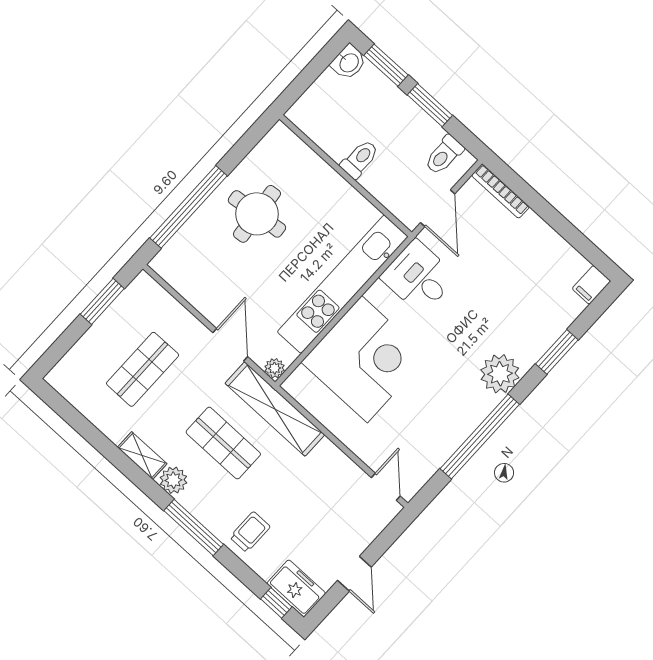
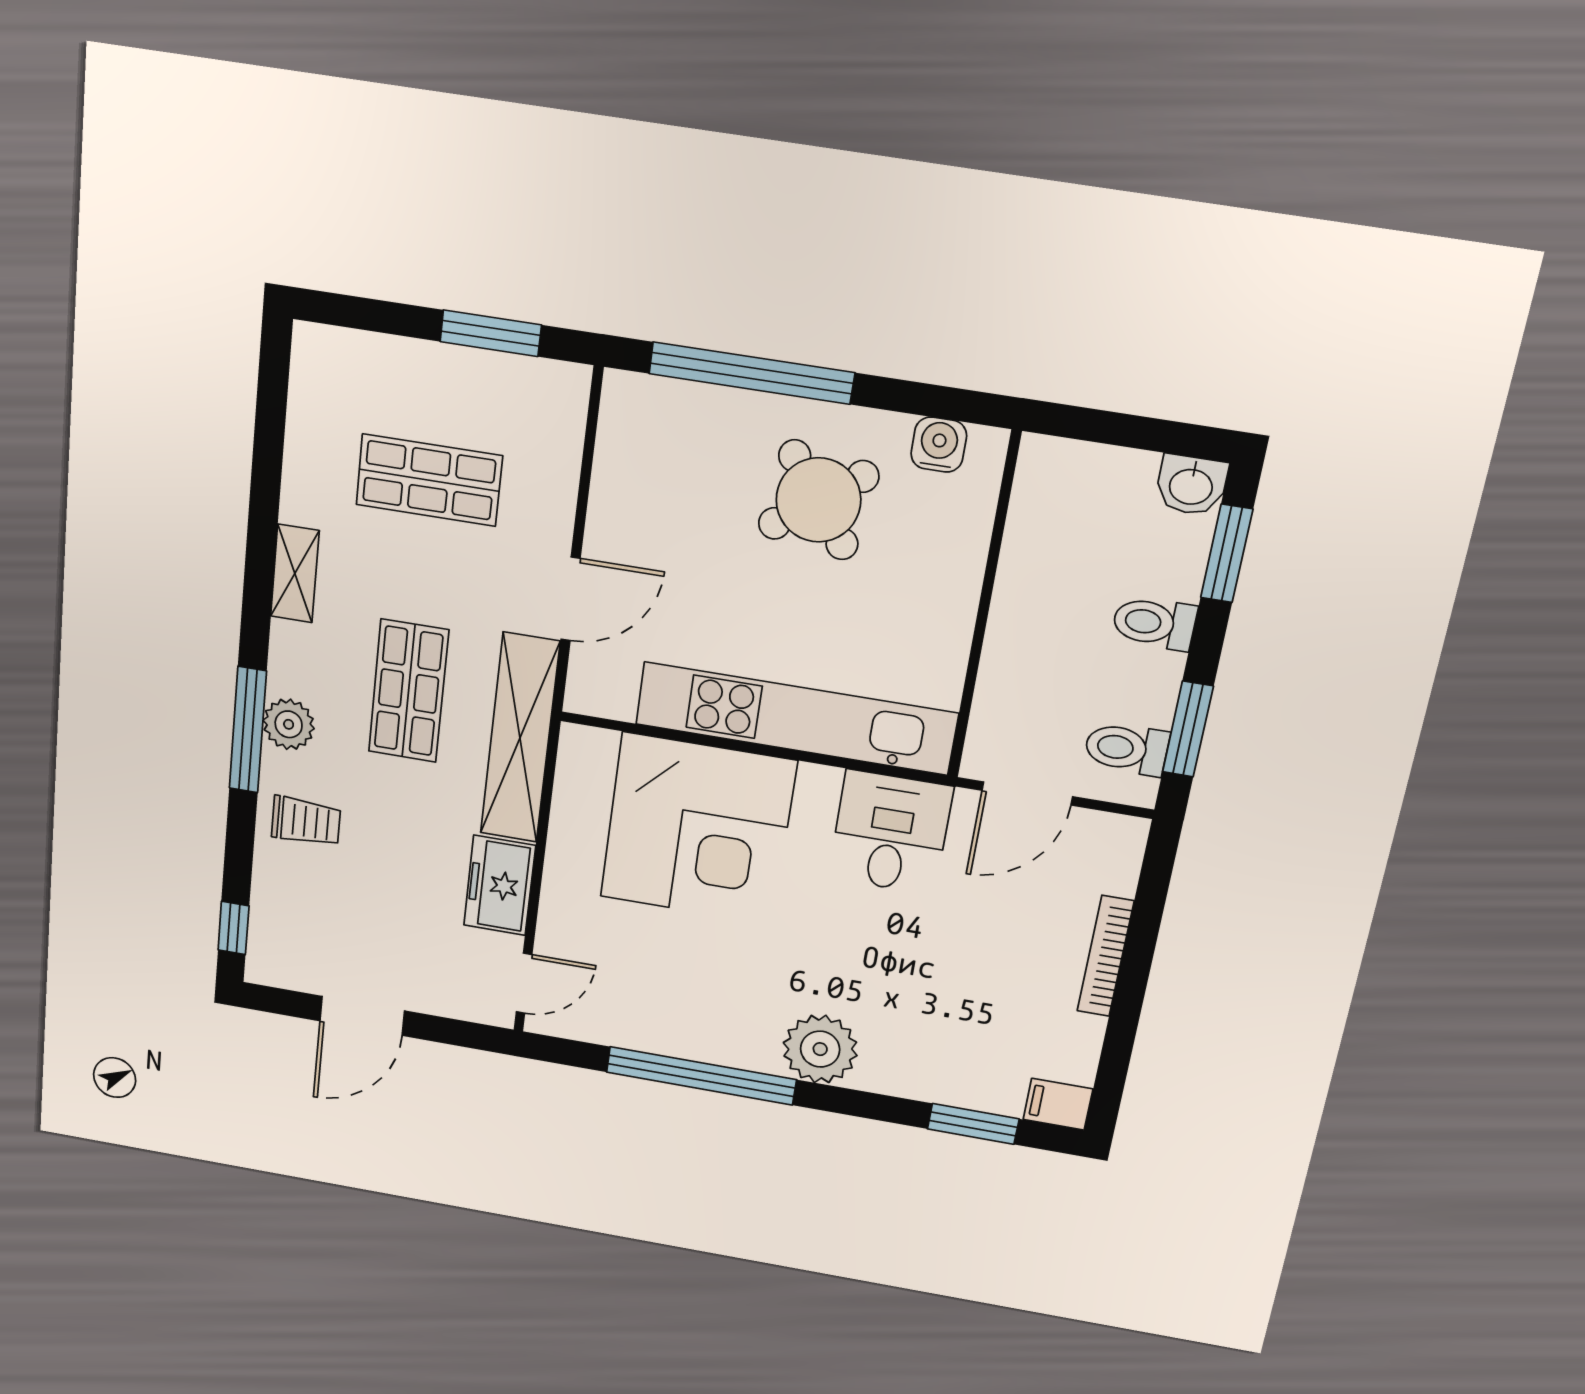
window: (430, 105) -> (1188, 729), moved
water cooler: (267, 151) -> (939, 445), added
toilet: (360, 159) -> (1154, 623), moved, turned 180
bookcase: (500, 191) -> (1106, 956), moved
round table: (257, 214) -> (818, 500), turned -31
window: (557, 352) -> (973, 1124), moved
plant: (275, 368) -> (584, 696), removed
plant: (173, 480) -> (289, 724), moved
door: (354, 574) -> (362, 1016), width x1.38
freezer: (296, 588) -> (500, 885), moved, turned 180

